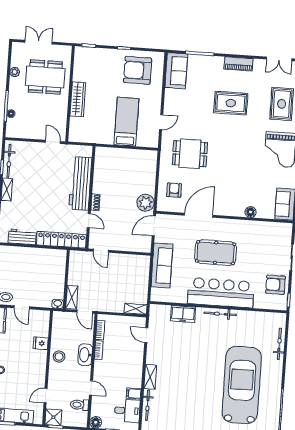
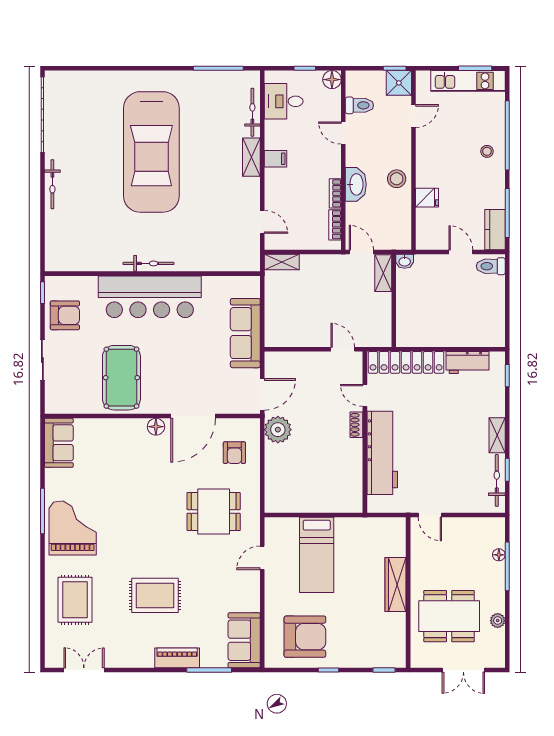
piano: (239, 64) -> (177, 658), moved
floor lamp: (251, 212) -> (156, 427), moved
pool table: (216, 253) -> (121, 378), moved, turned 90
freezer: (183, 314) -> (207, 259), removed
bicycle: (279, 344) -> (52, 184), moved
car: (242, 385) -> (151, 152), moved
filing cabinet: (134, 393) -> (275, 159), moved

